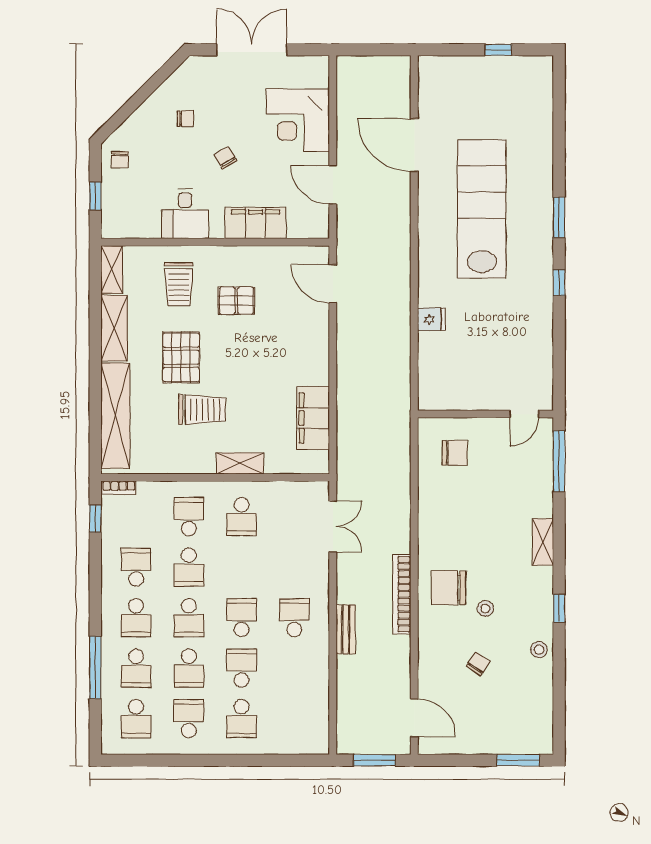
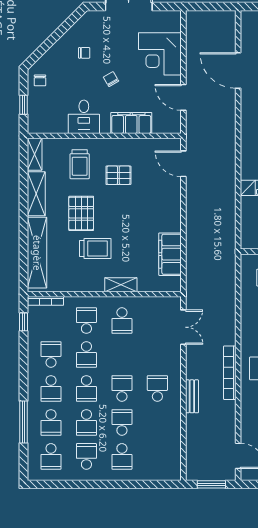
bookcase: (119, 488) -> (46, 301), width x1.56

